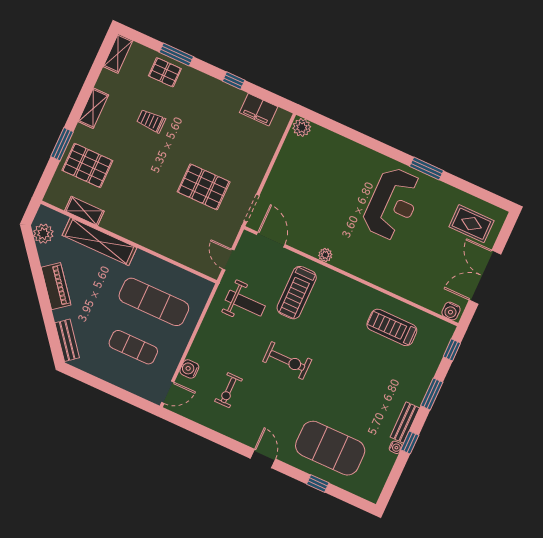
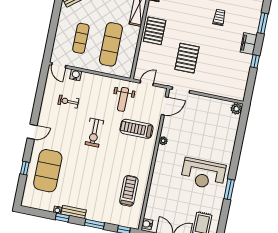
pallet: (165, 72) -> (155, 31), moved, width x1.50, depth x1.42
filing cabinet: (259, 110) -> (249, 44), moved

